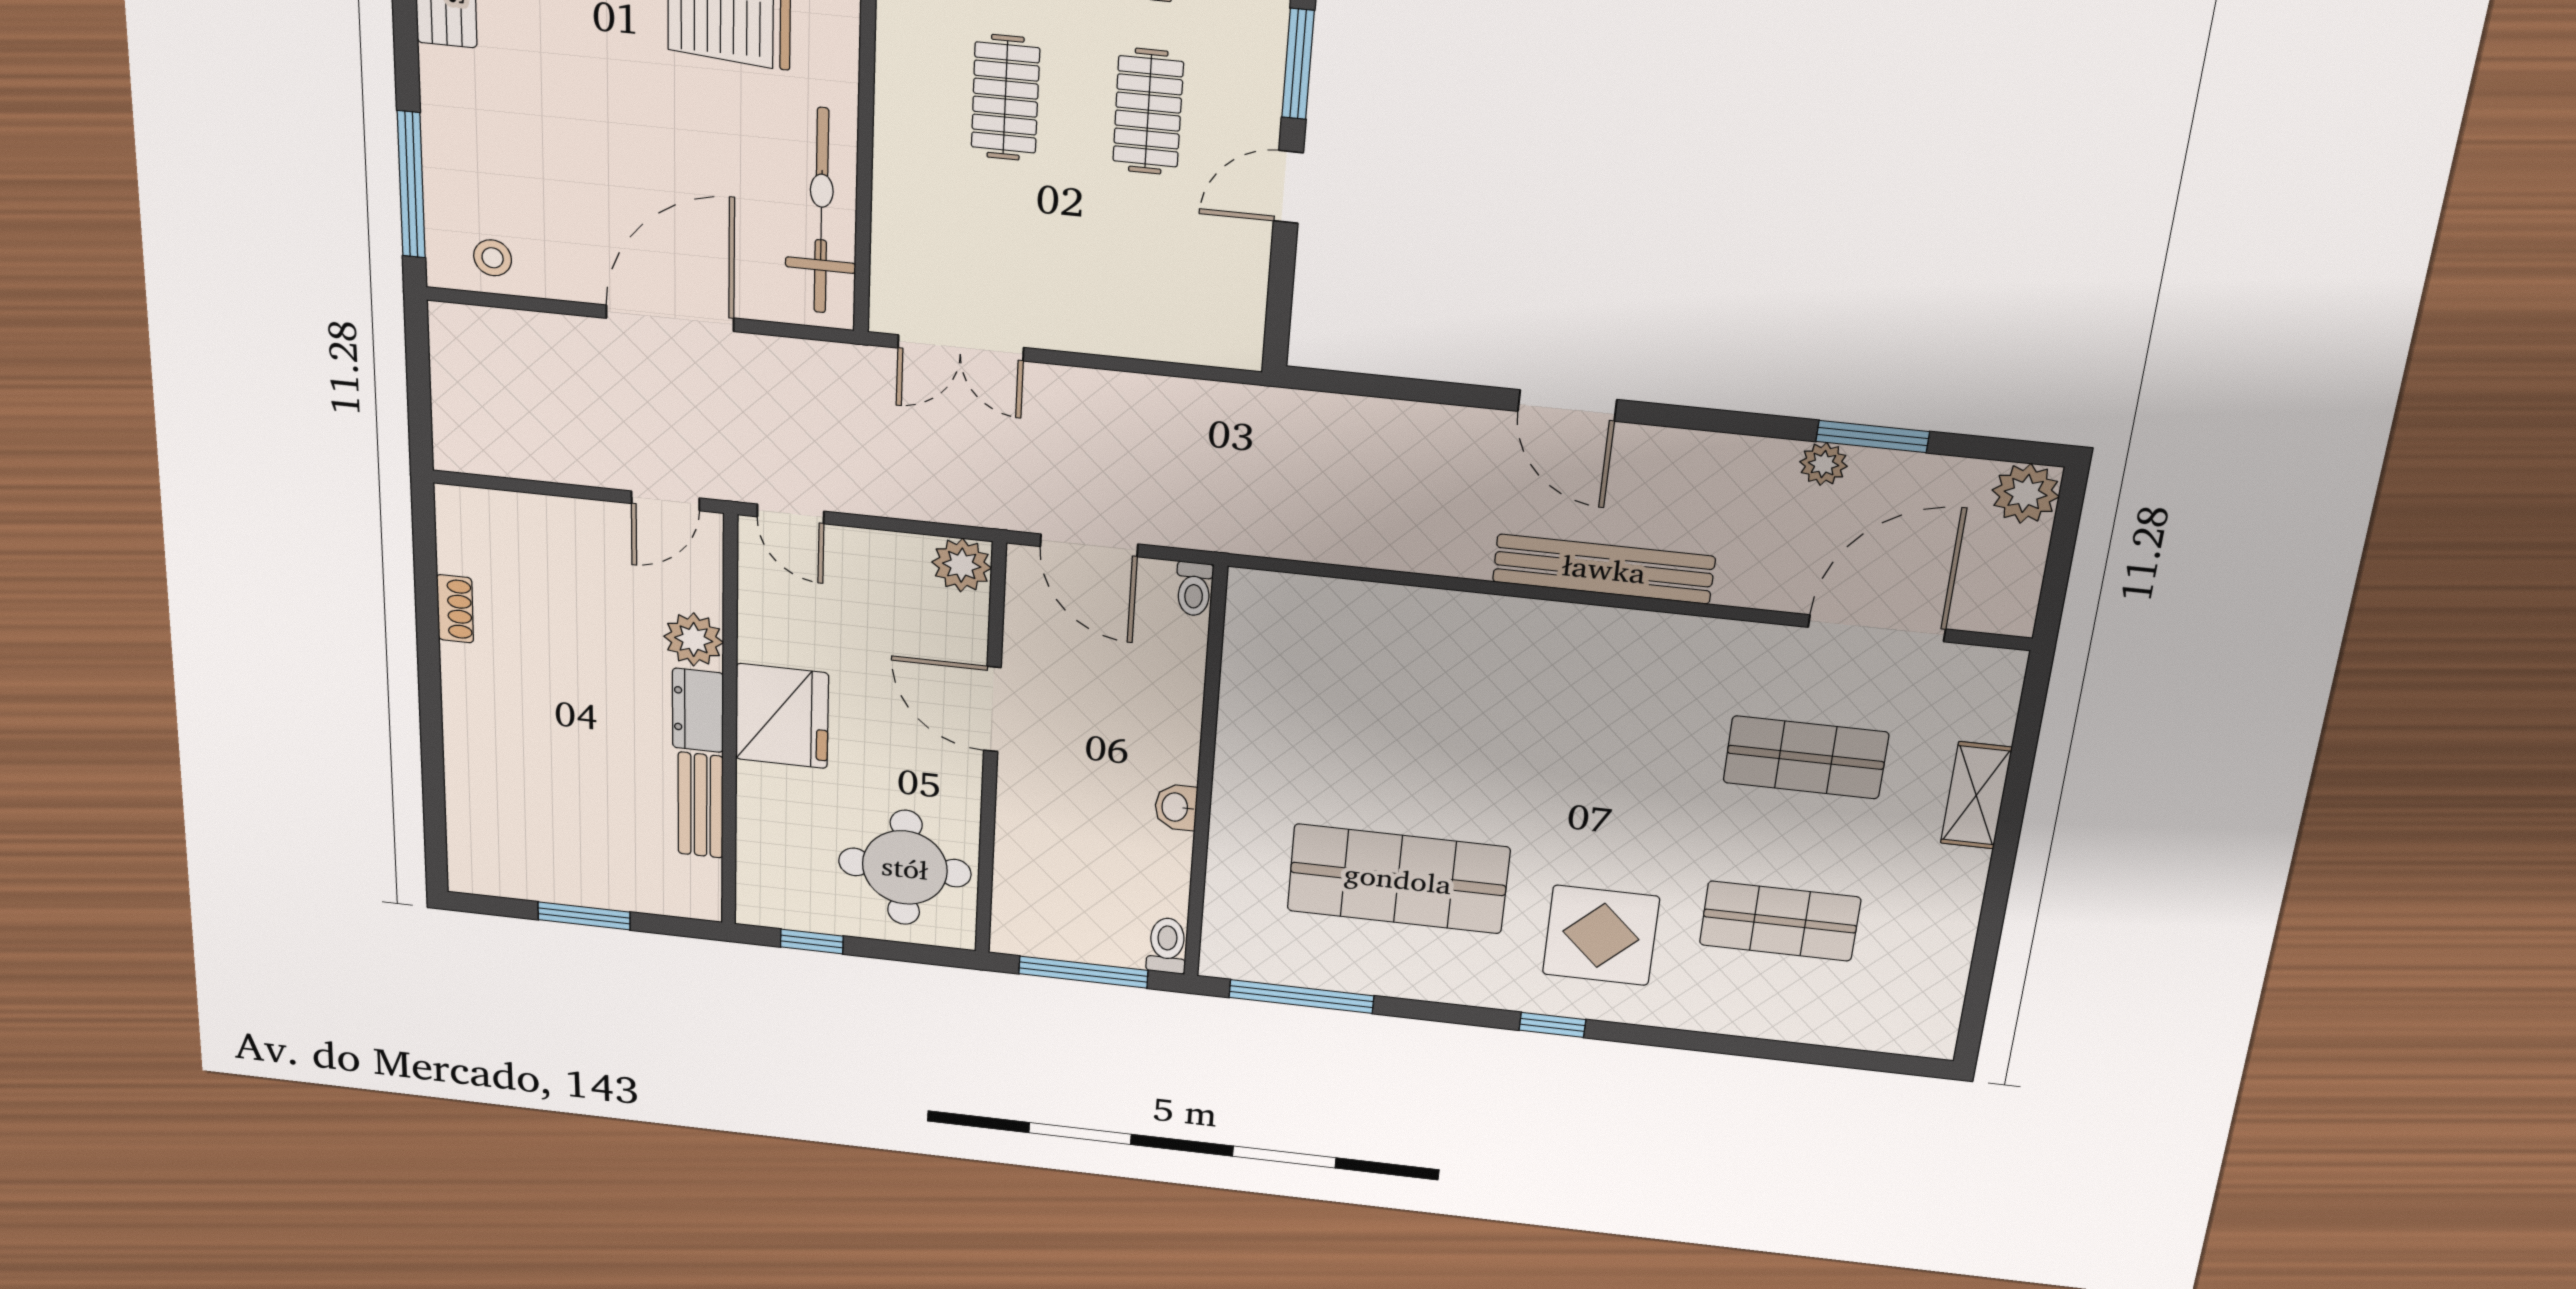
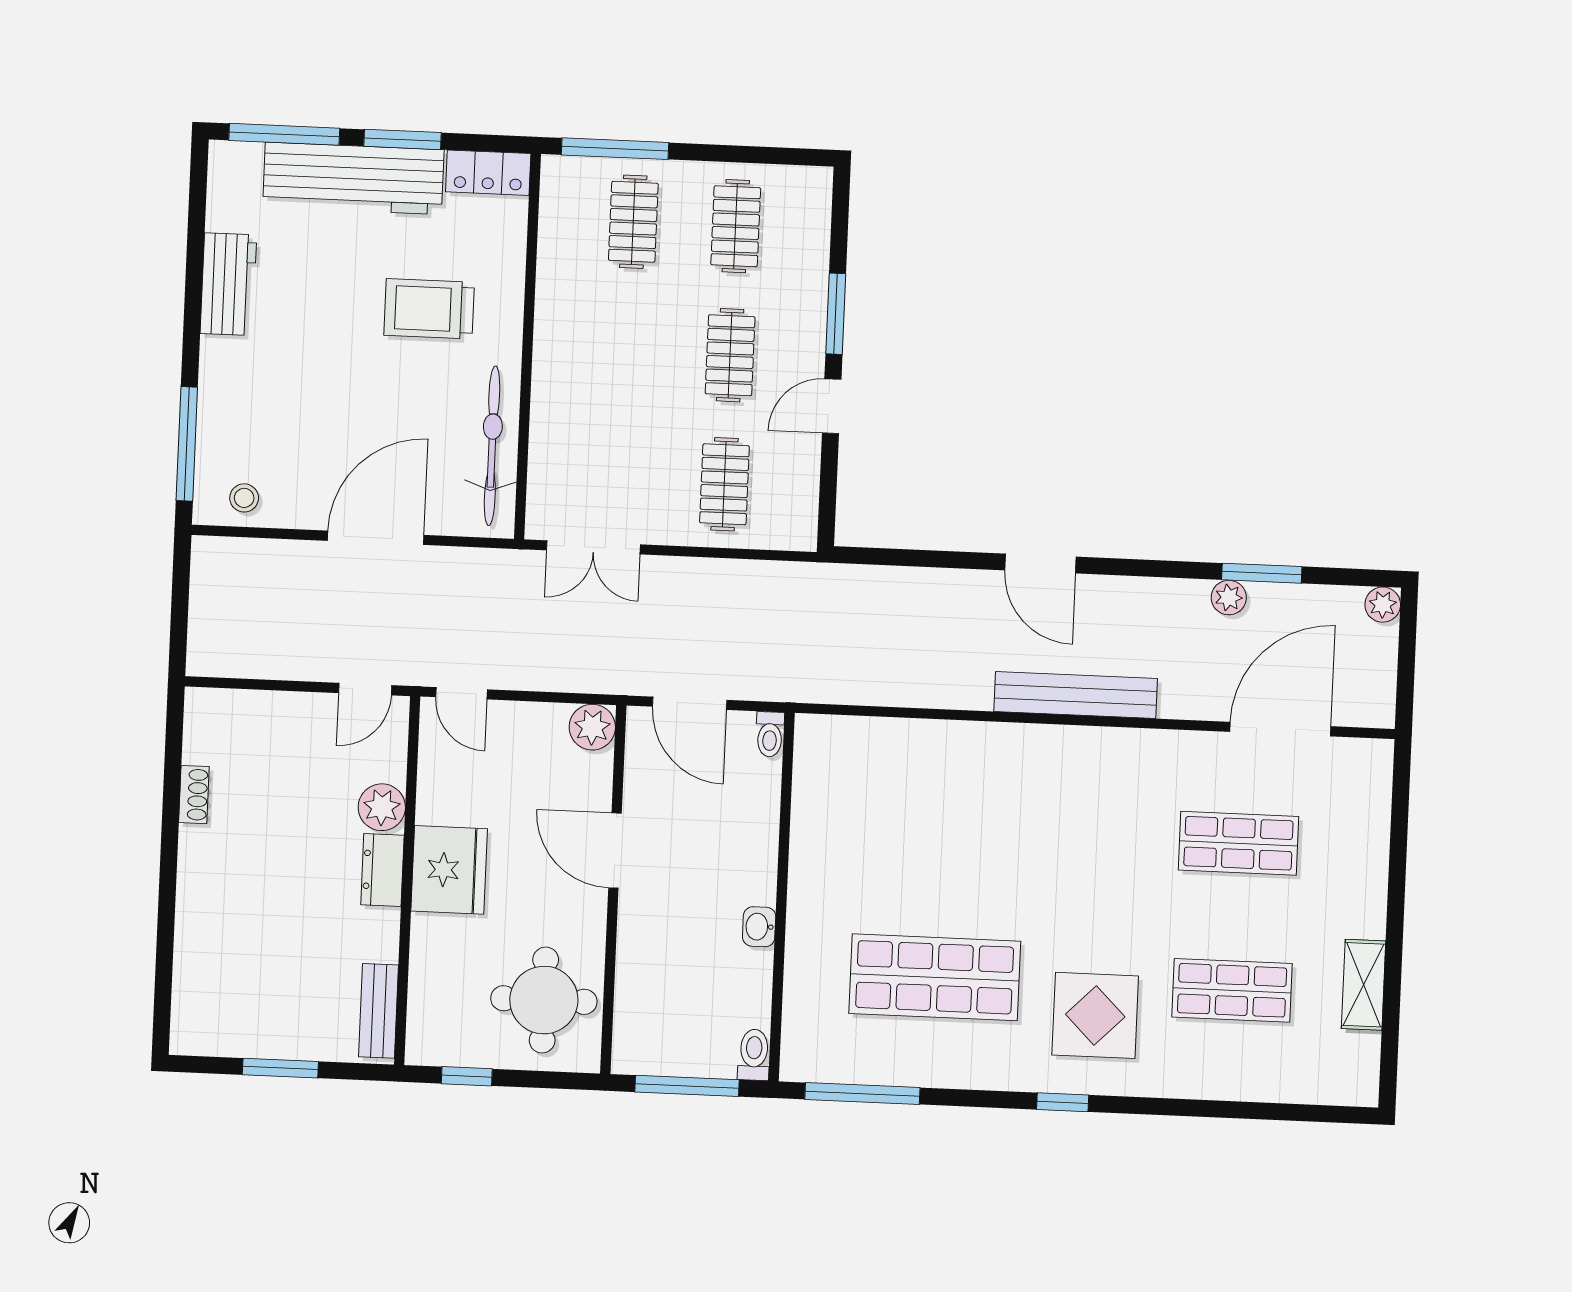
clothes rail: (1005, 98) -> (724, 484), moved
plant: (2026, 493) -> (1383, 605), width x0.73, depth x0.73
shelving: (1976, 795) -> (1364, 985), moved
bench: (701, 805) -> (379, 1011), moved

